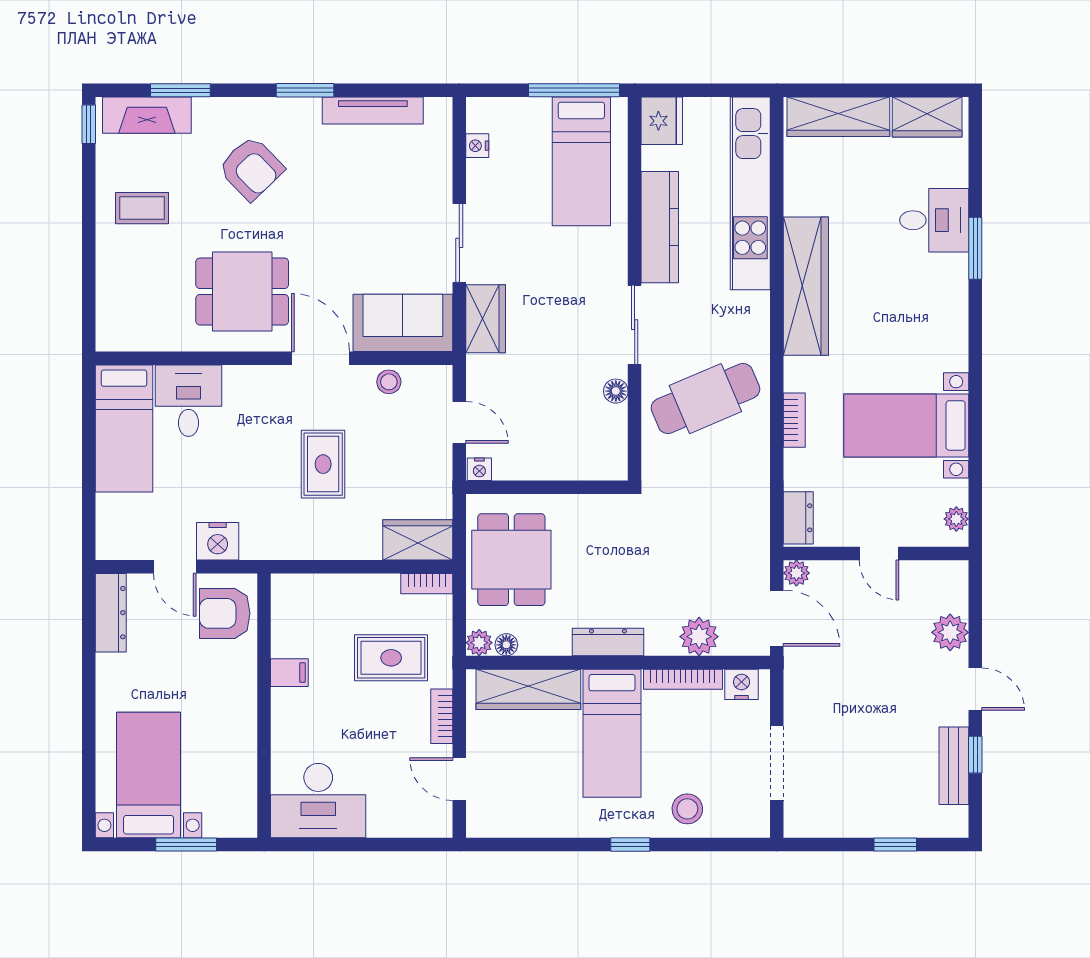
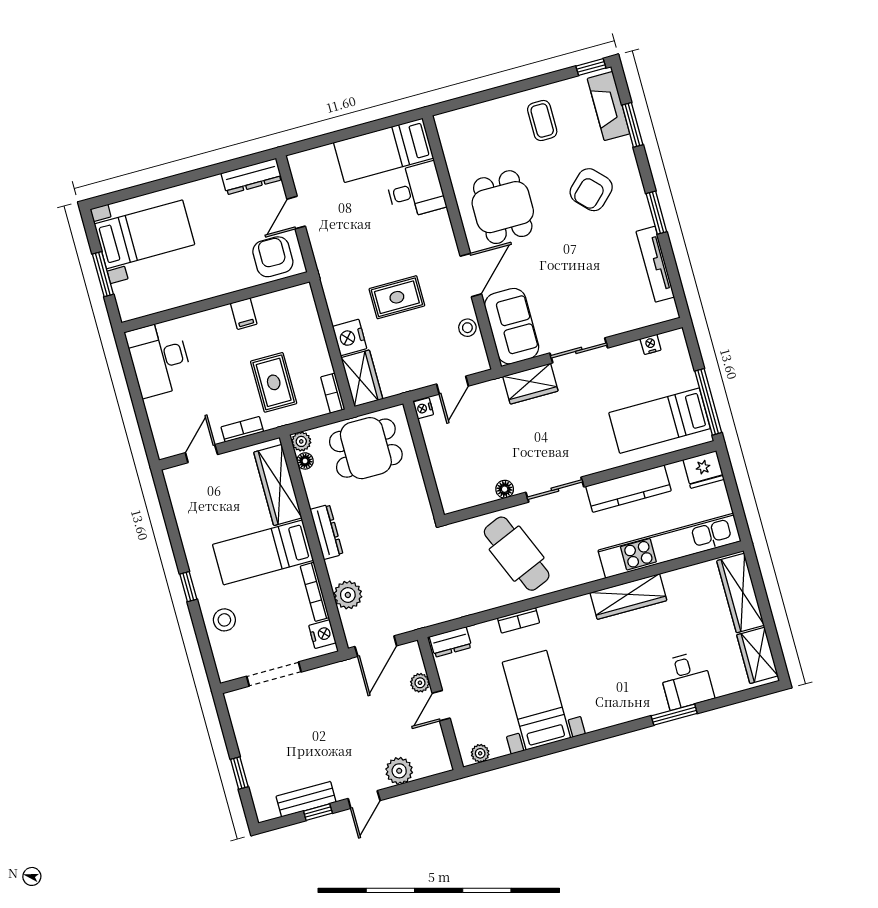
wardrobe: (806, 286) -> (628, 597), width x0.71, depth x0.85
nightstand: (218, 541) -> (350, 337), moved
plant: (796, 573) -> (420, 683), moved

